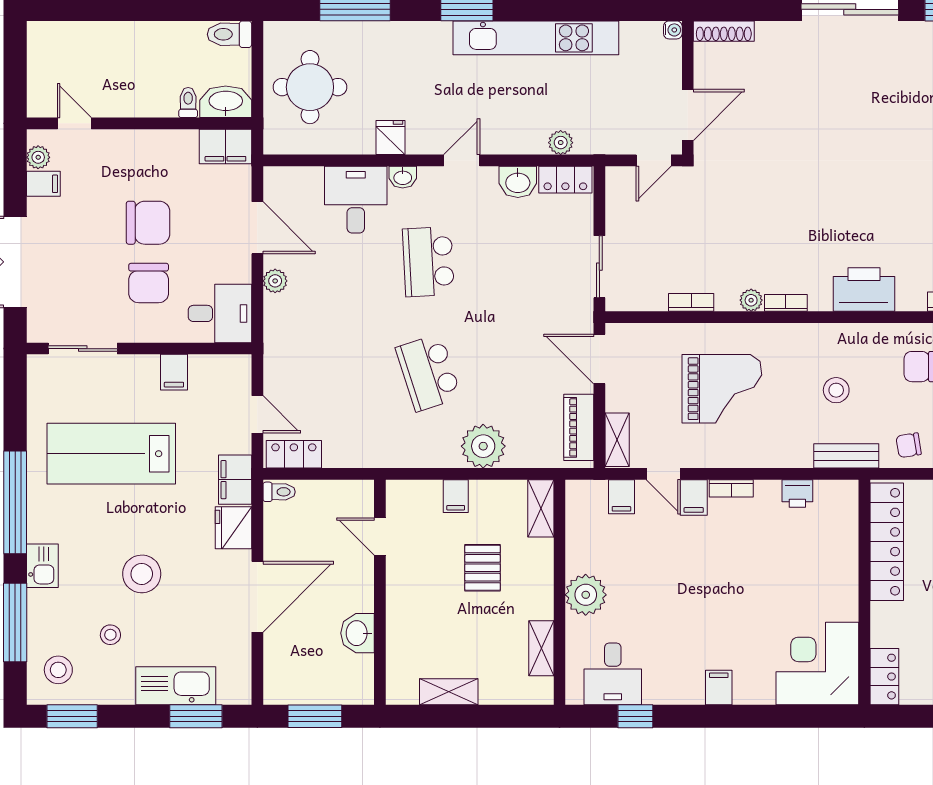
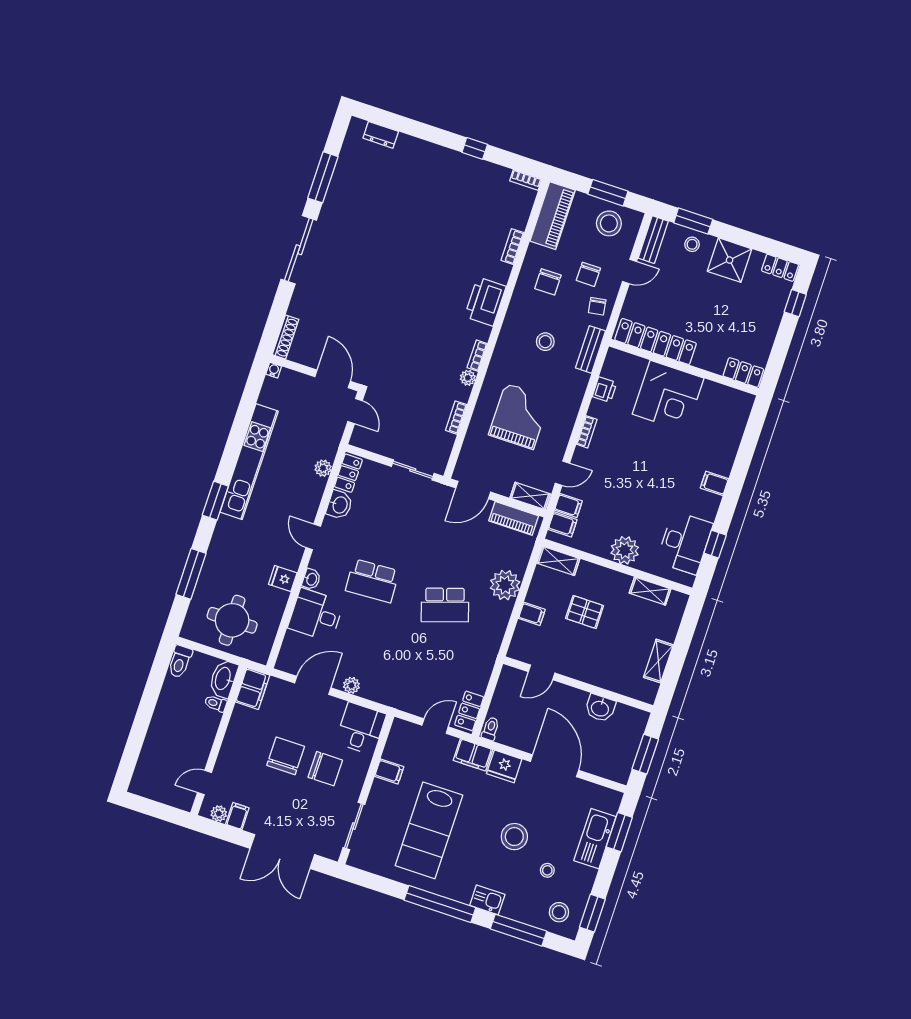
filing cabinet: (694, 497) -> (563, 524), moved
corner desk: (817, 663) -> (668, 396), moved, turned -90
desk: (613, 674) -> (685, 543), width x1.37

